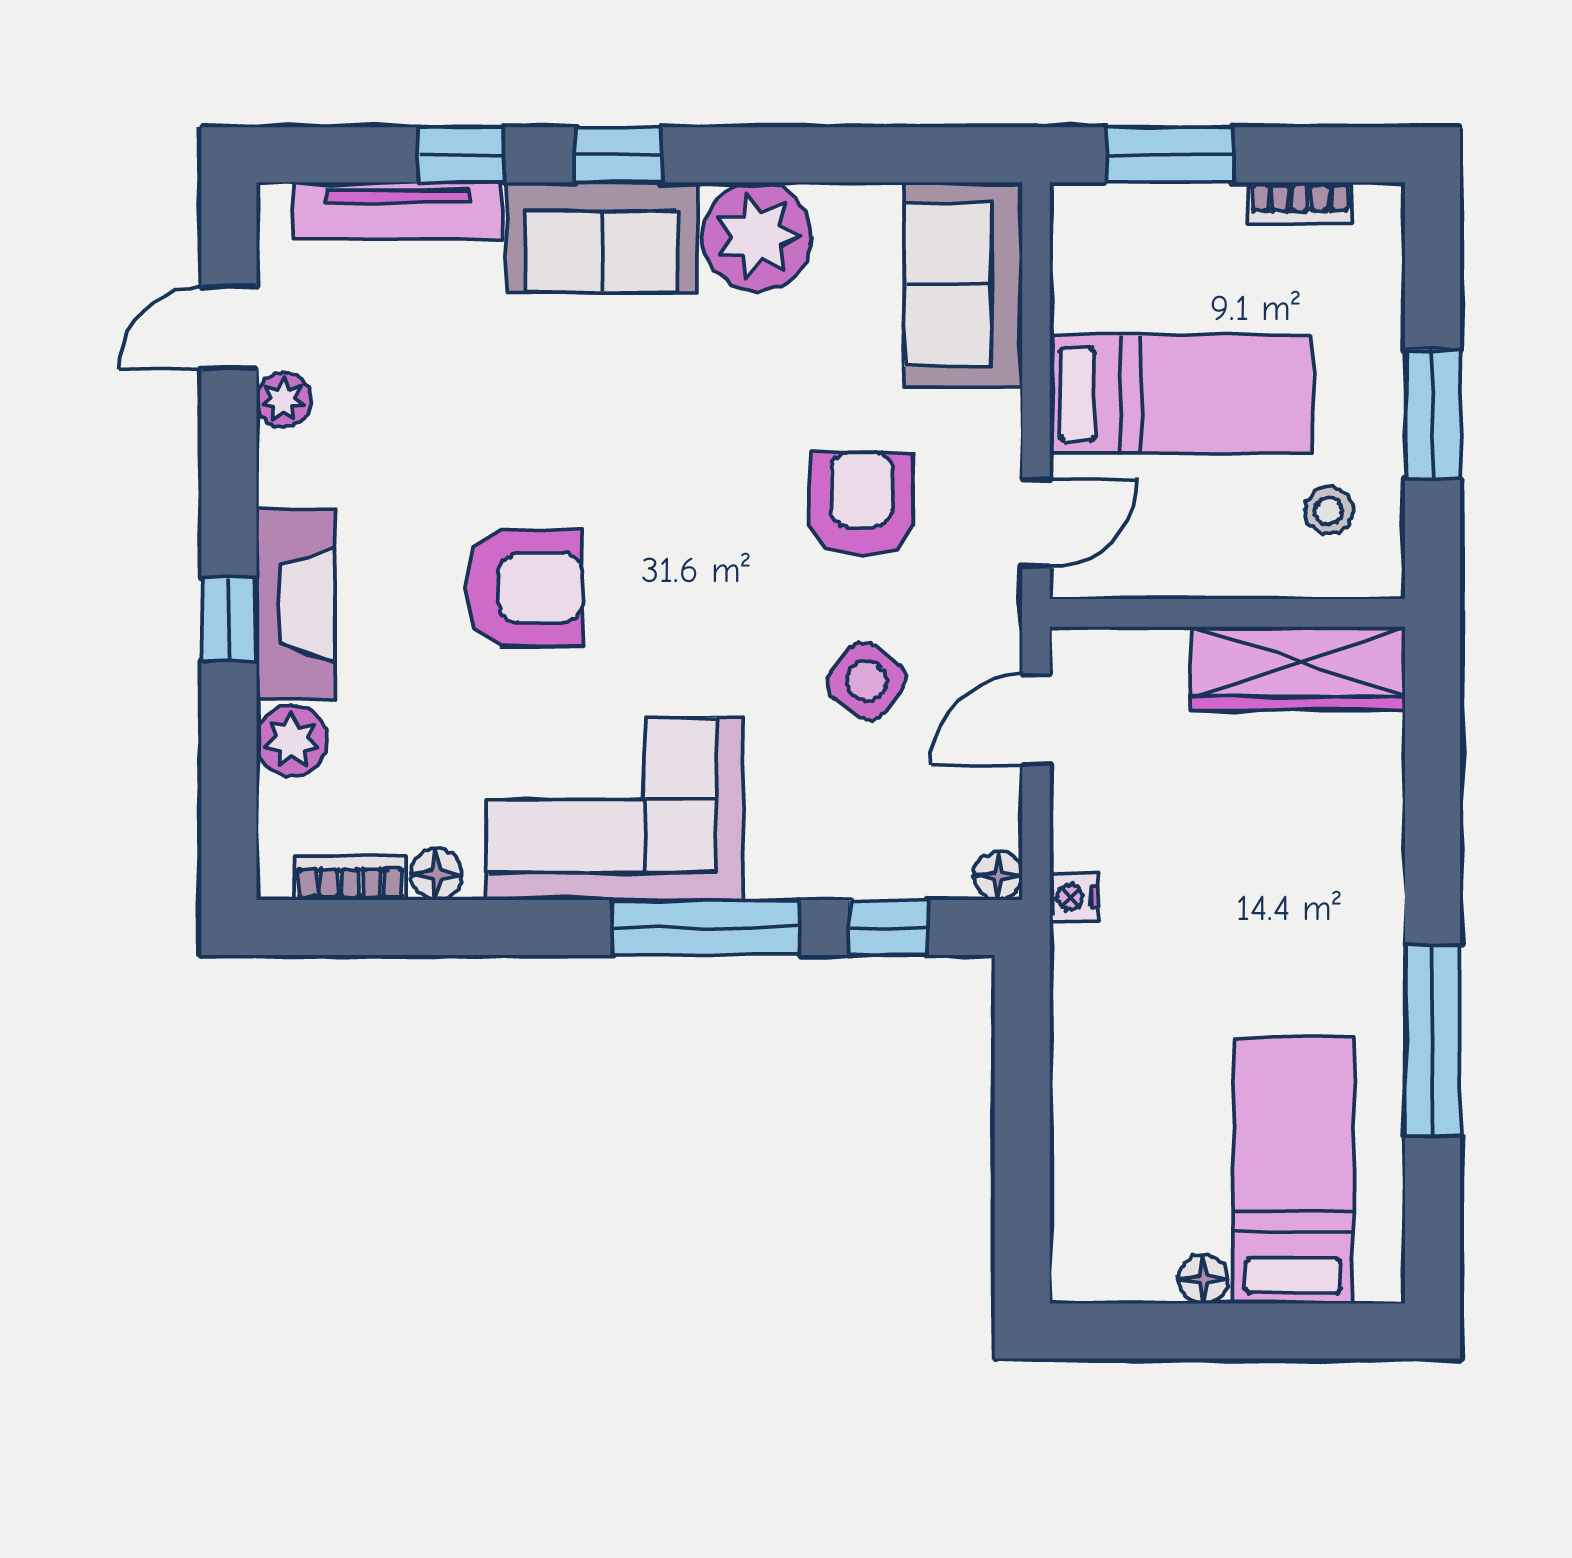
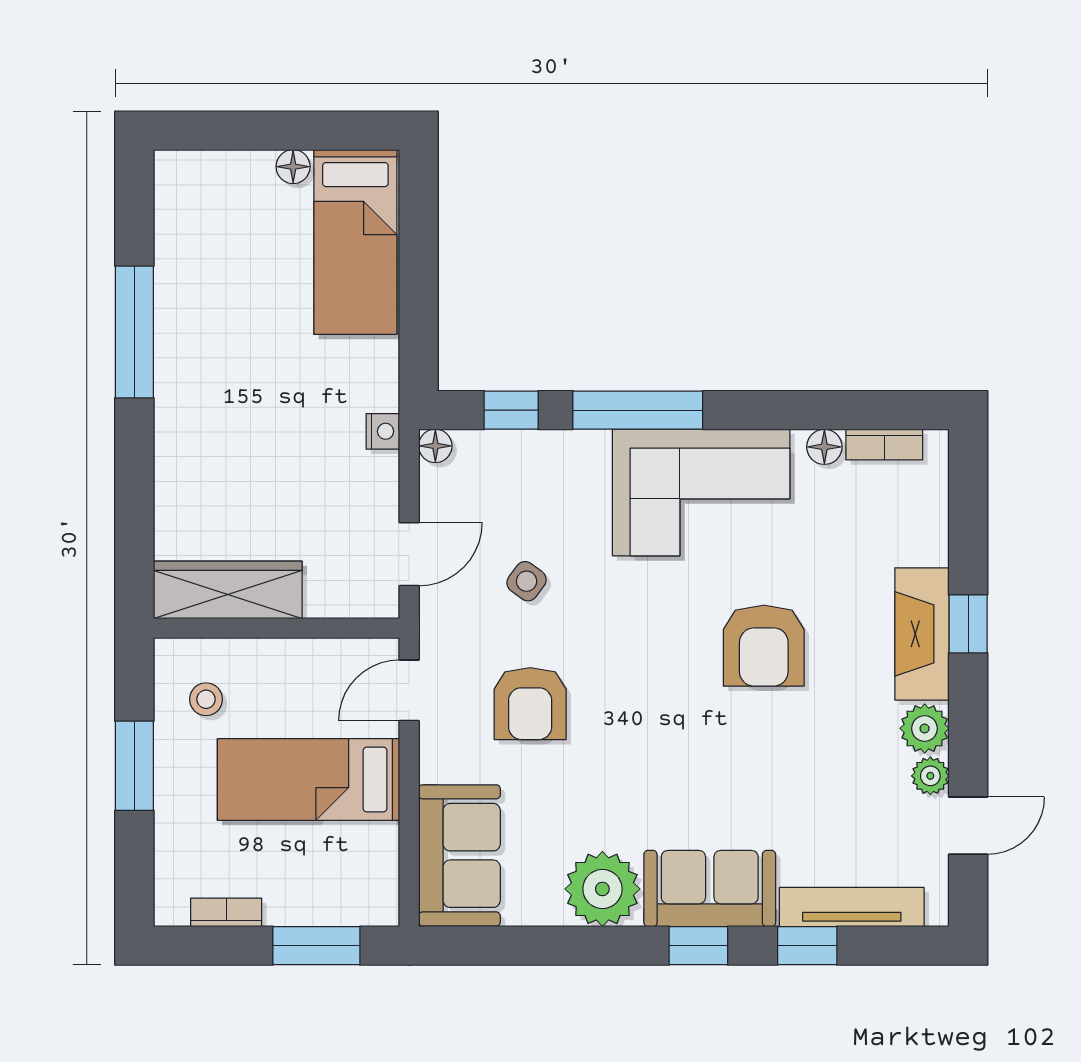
armchair: (524, 588) -> (764, 646), turned -90
side table: (866, 681) -> (527, 581), width x0.73, depth x0.73
plant: (292, 741) -> (925, 728), moved
bed: (1293, 1170) -> (355, 242), moved

